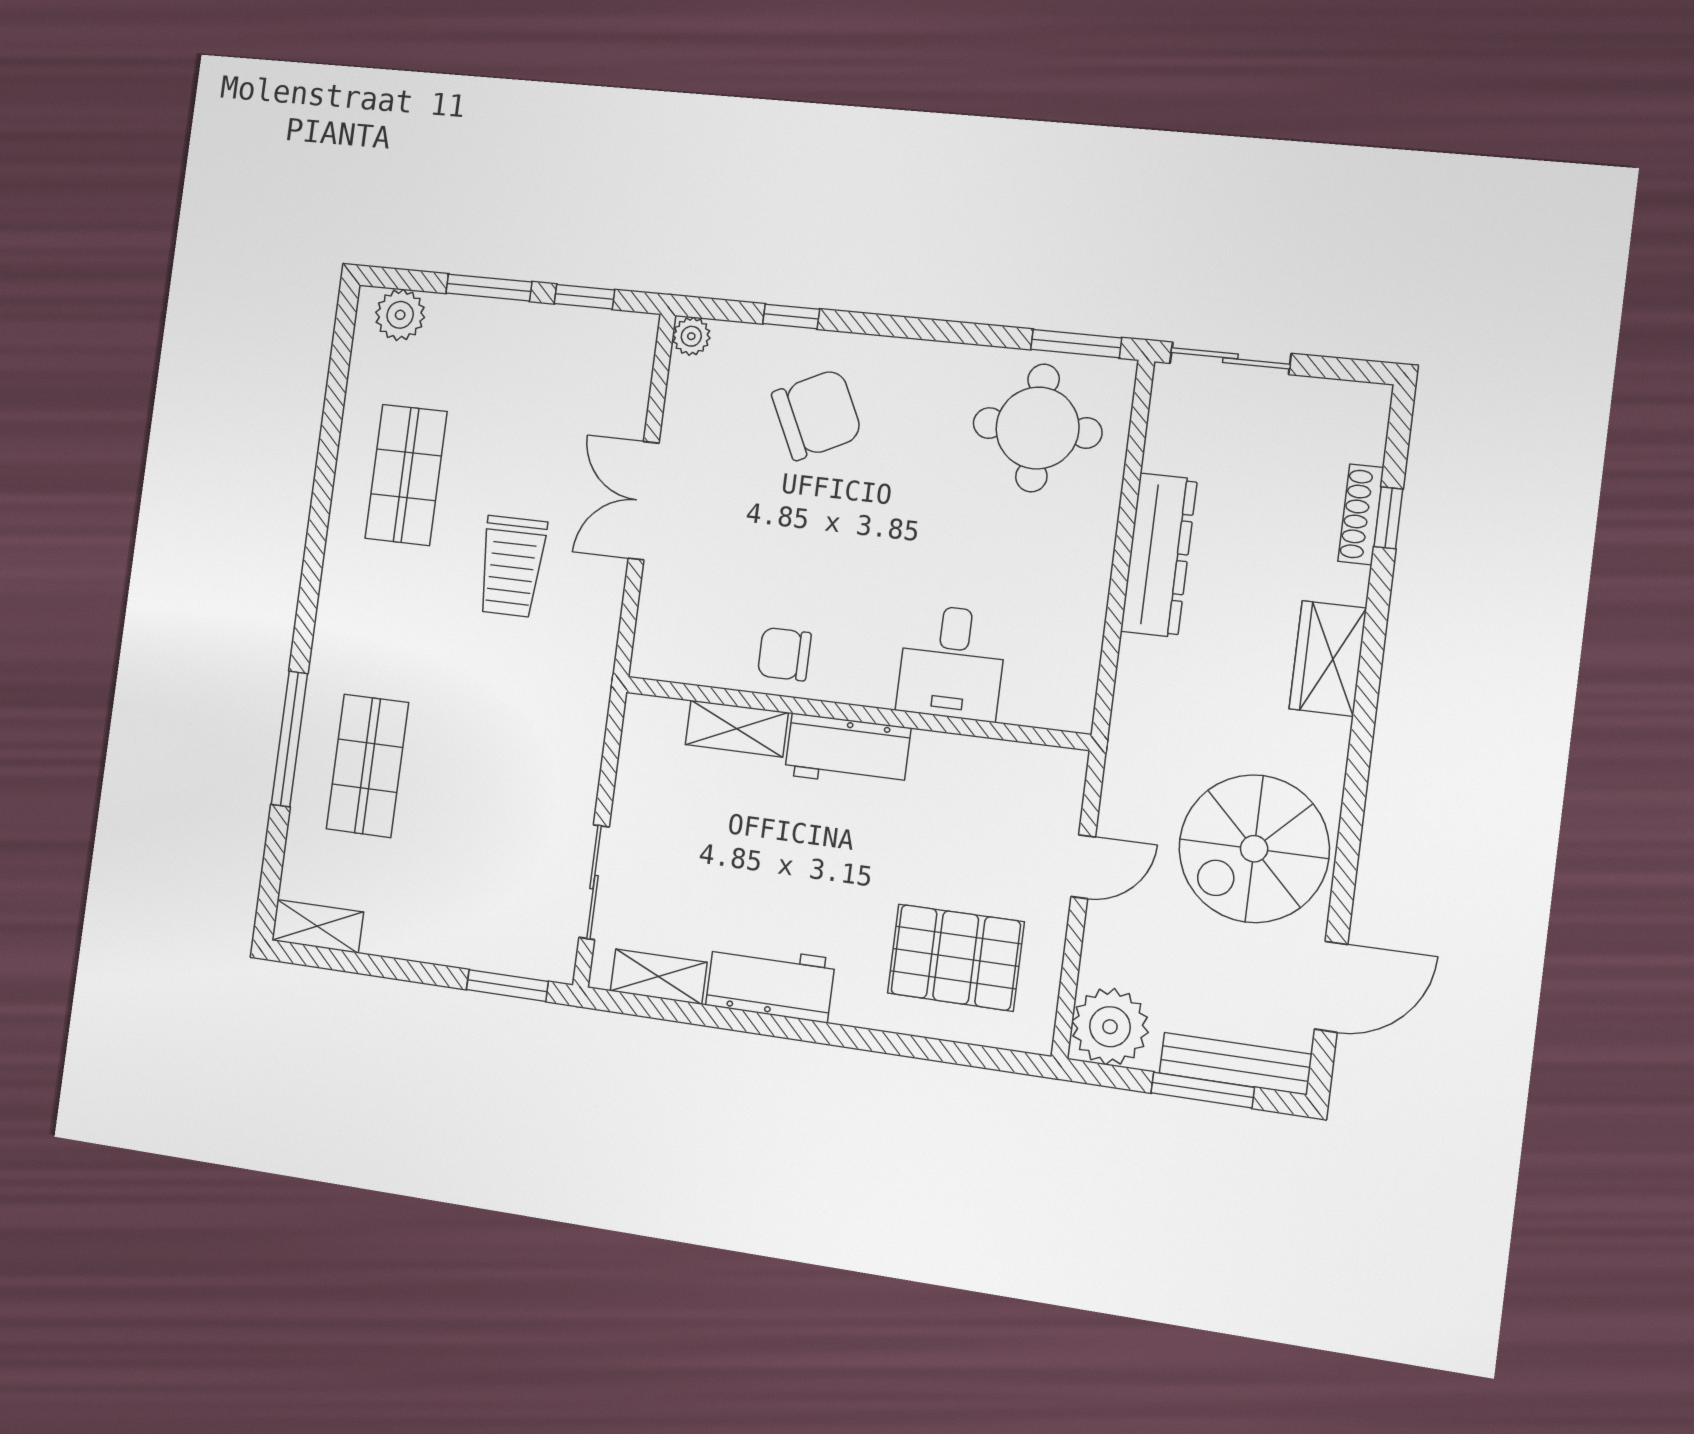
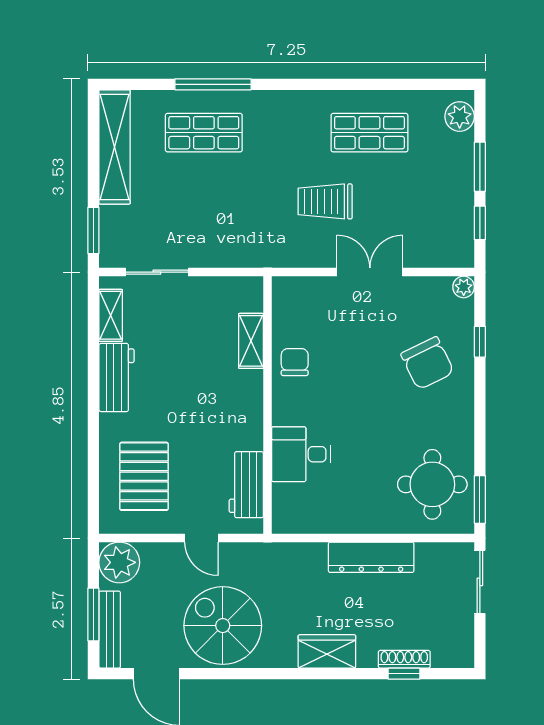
workbench: (847, 751) -> (246, 485), moved
shelving: (318, 926) -> (115, 147), width x2.20, depth x1.33

